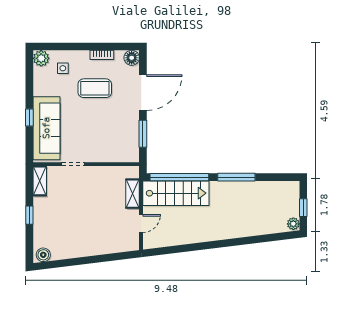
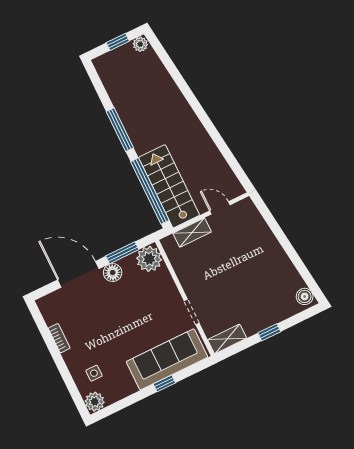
floor lamp: (132, 58) -> (113, 273), moved
coffee table: (95, 88) -> (99, 328), removed
plant: (129, 152) -> (149, 259), added

